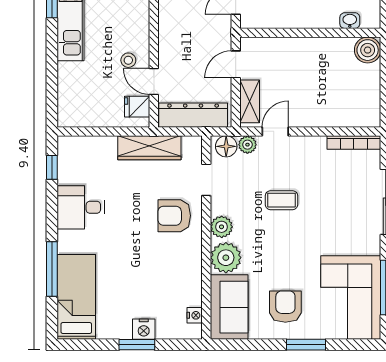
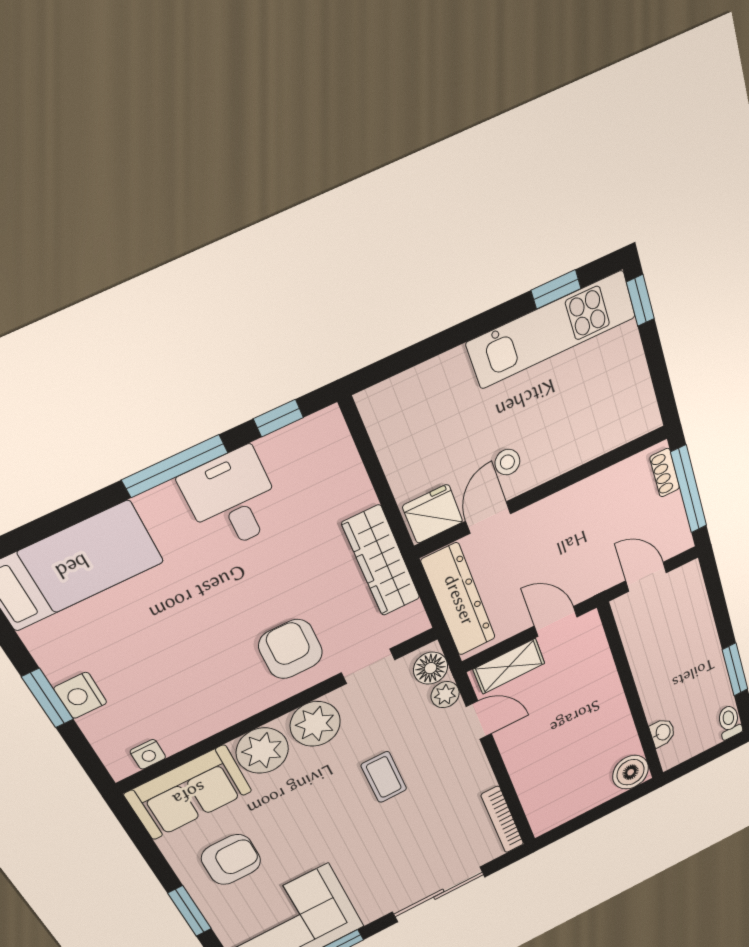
fridge: (137, 107) -> (433, 514), width x1.38
plant: (222, 227) -> (315, 724), width x1.36, depth x1.36
window: (52, 269) -> (175, 466), moved

